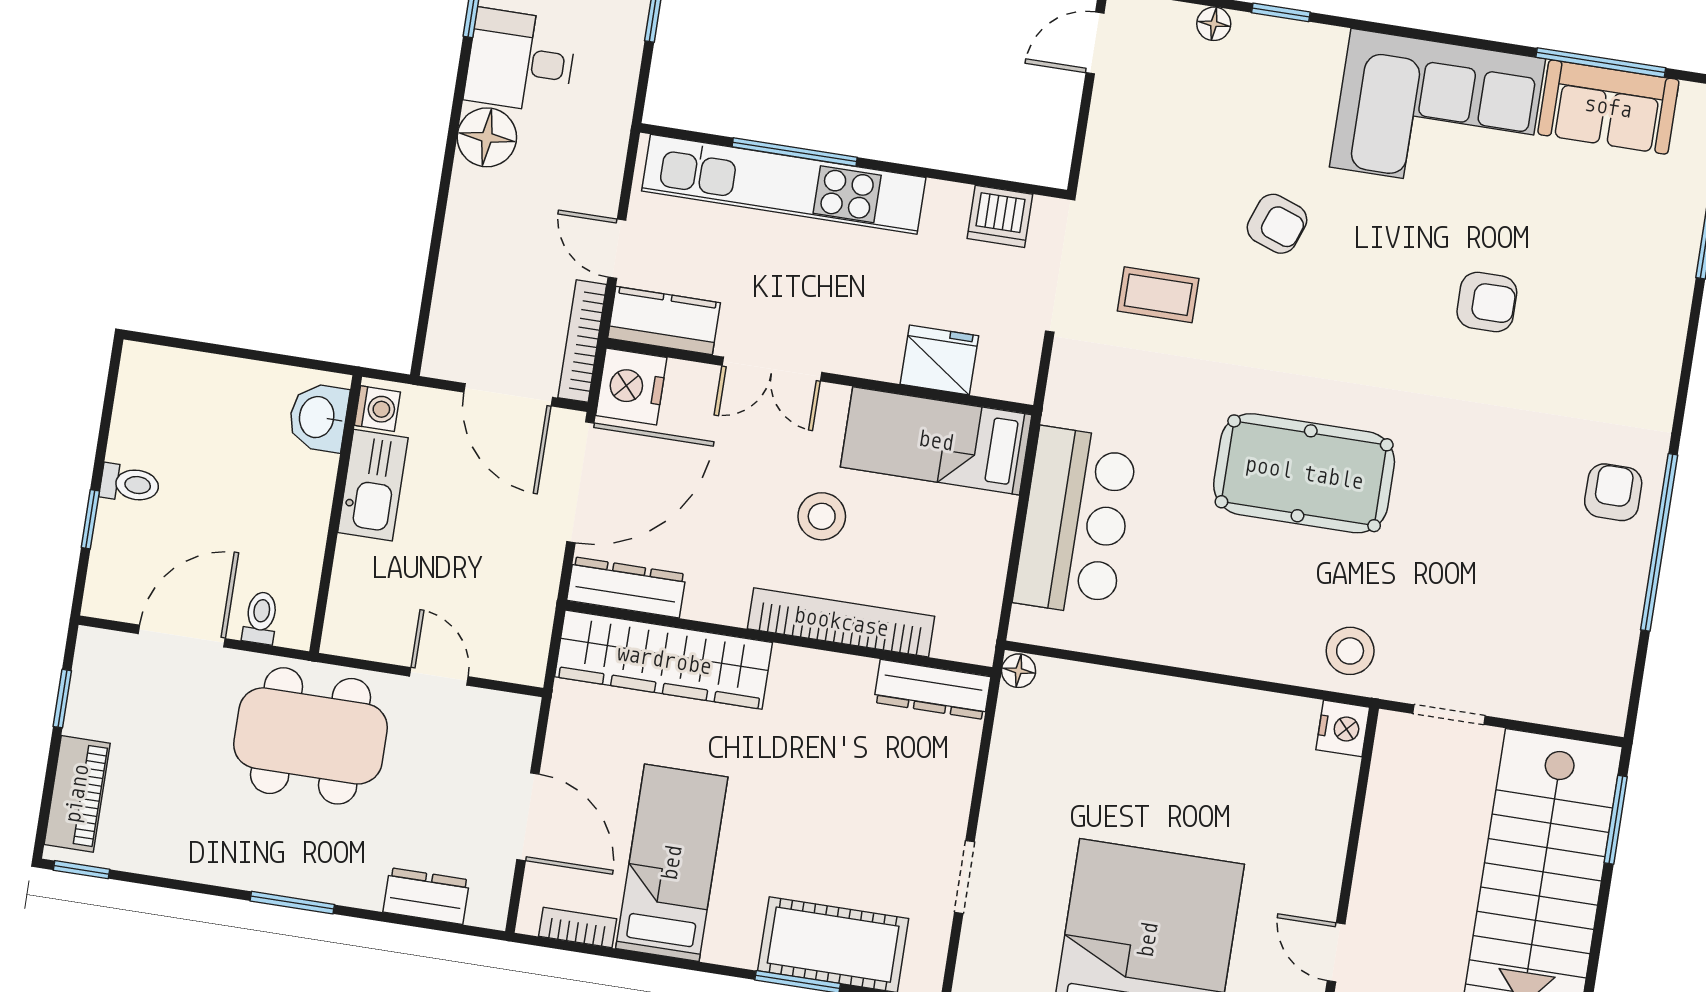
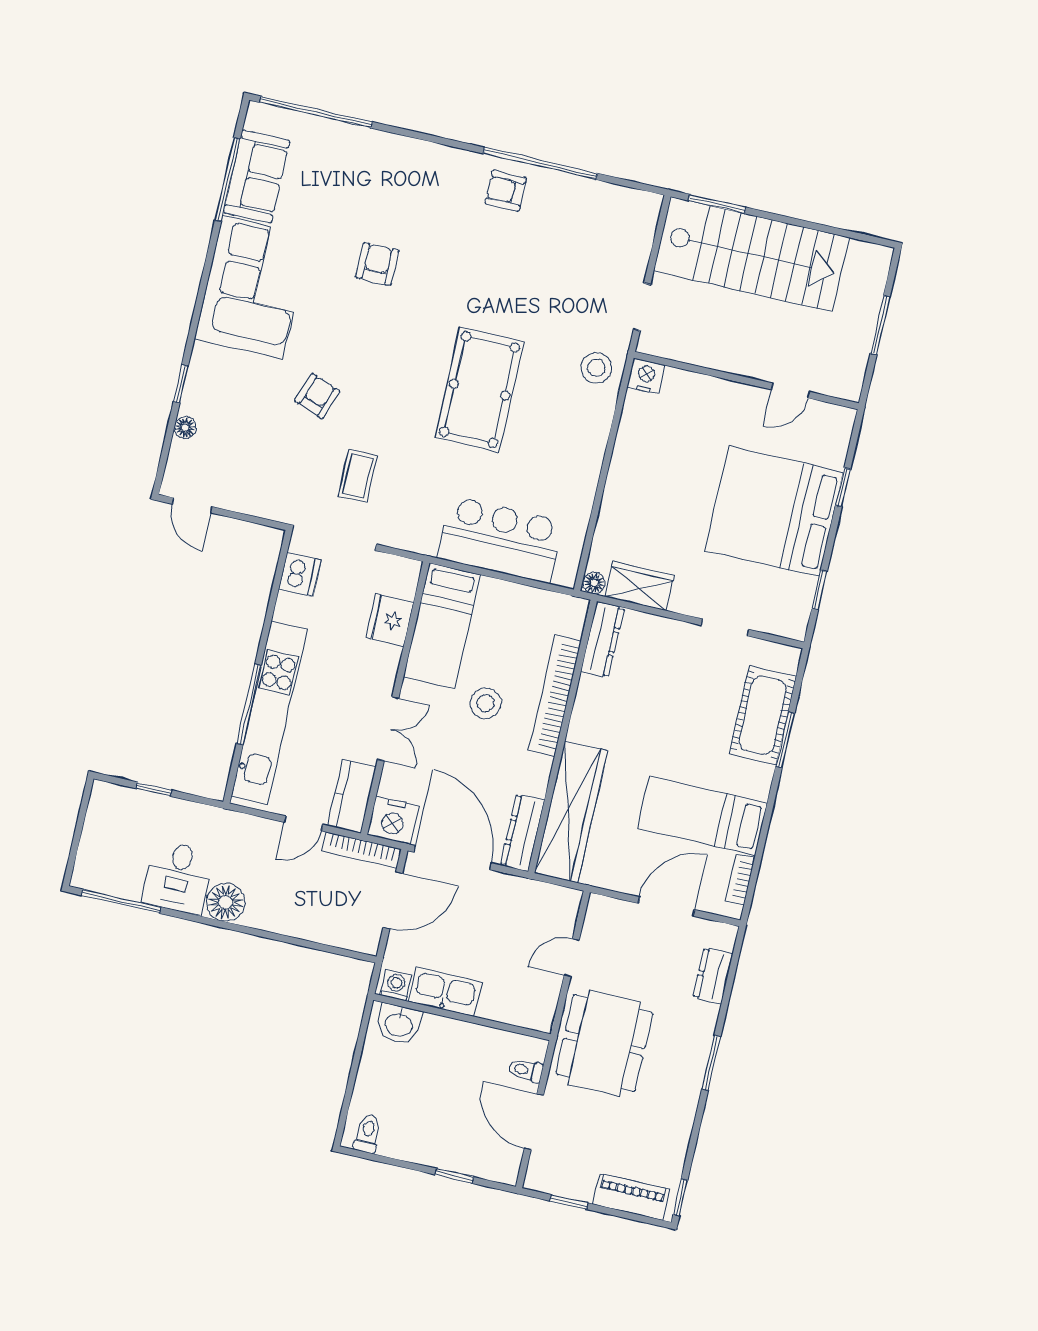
toilet: (130, 484) -> (368, 1134), moved
wardrobe: (1019, 741) -> (640, 586), added

